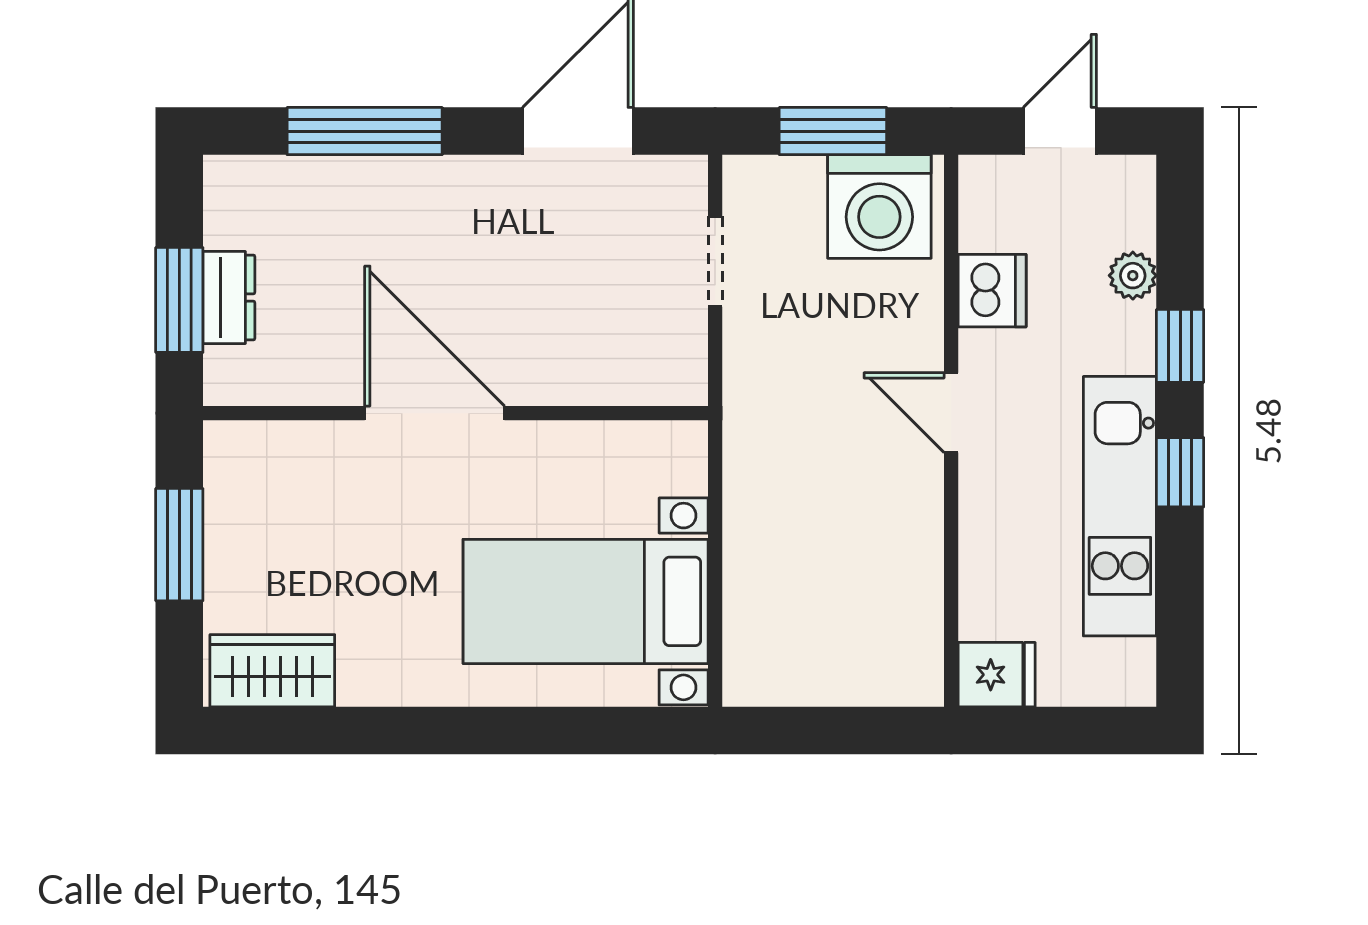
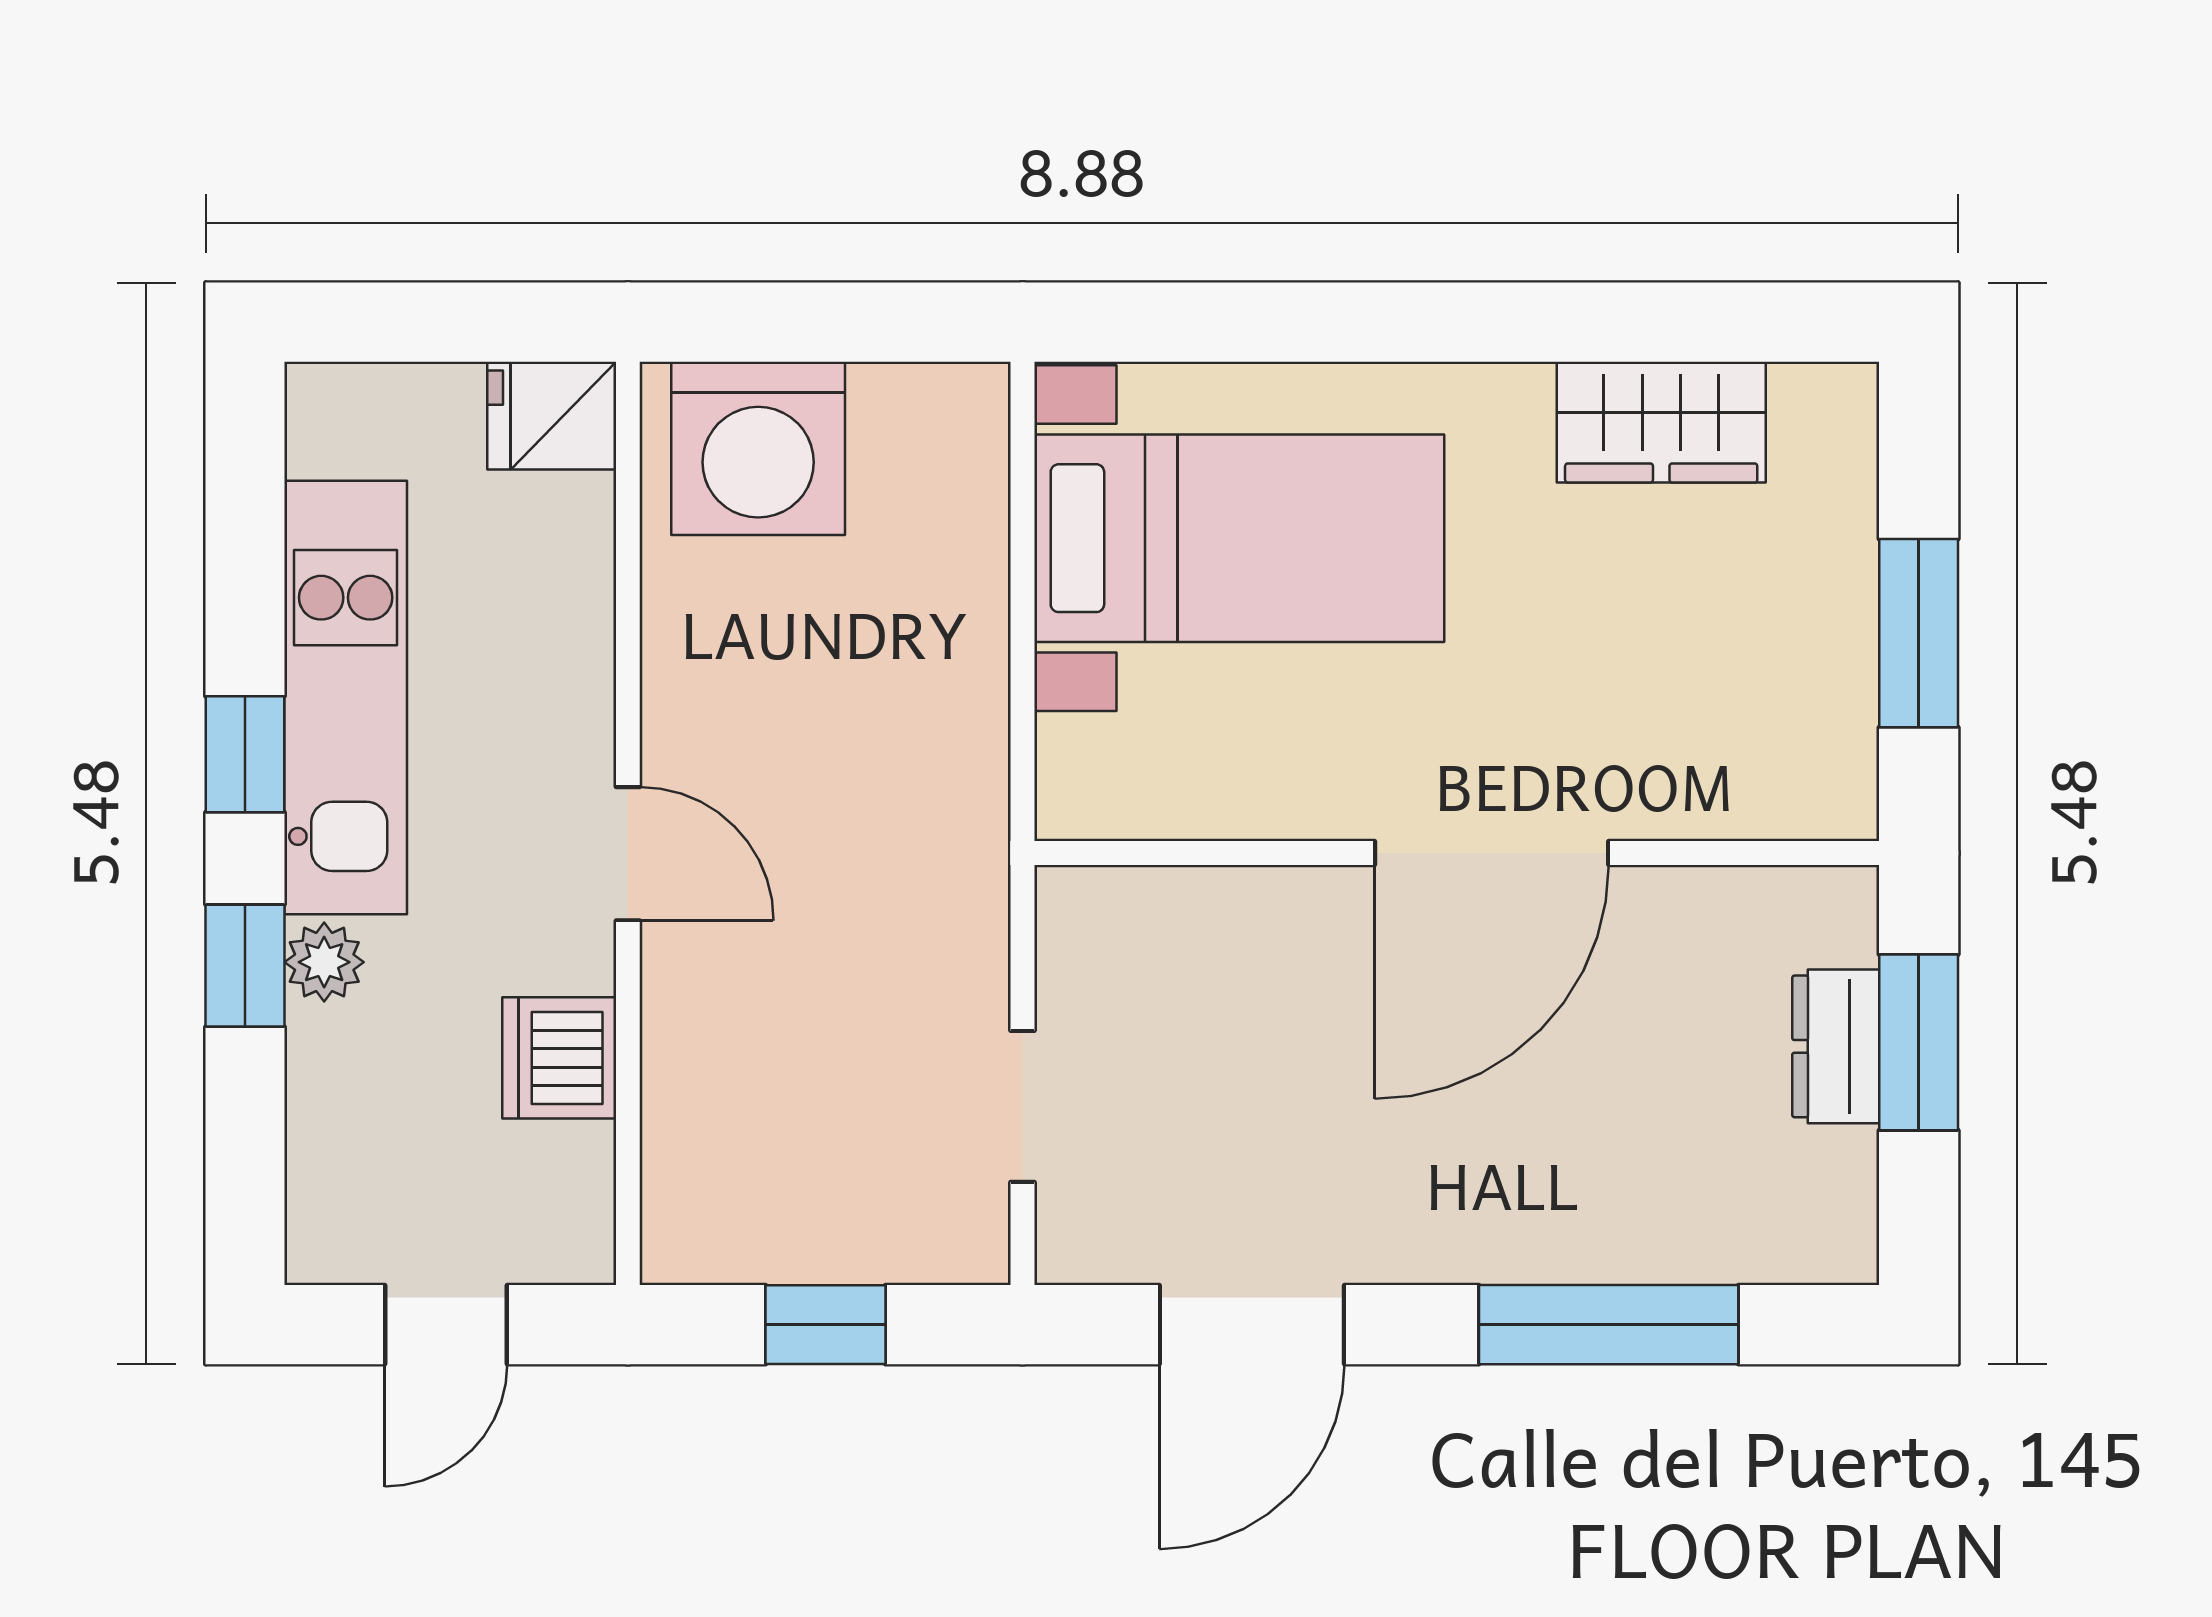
window: (833, 131) -> (826, 1325), width x0.67
washing machine: (879, 207) -> (758, 448), moved, turned 180
plant: (1133, 276) -> (324, 962), moved
door: (435, 413) -> (1492, 853), hinge flipped
wardrobe: (272, 671) -> (1661, 422), moved

